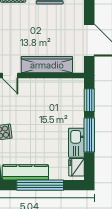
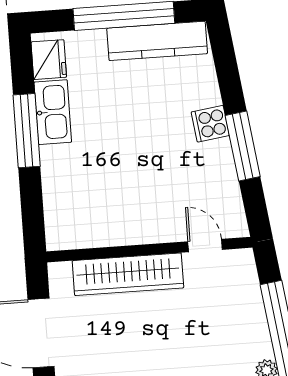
window: (89, 100) -> (32, 205), removed

